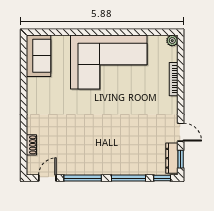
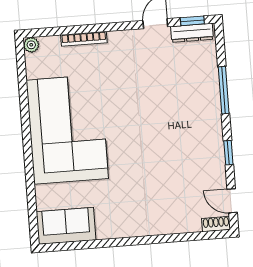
shoe rack: (31, 145) -> (216, 224), moved
window: (83, 178) -> (228, 153), width x0.46
window: (162, 178) -> (220, 44), removed

